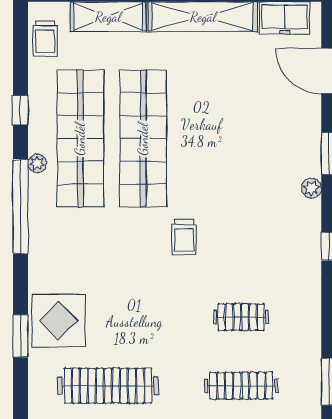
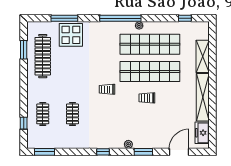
trolley: (45, 38) -> (147, 98), moved
window: (20, 110) -> (185, 18), moved
window: (20, 336) -> (64, 18), width x1.44
clothes rail: (241, 386) -> (43, 114), width x0.73

